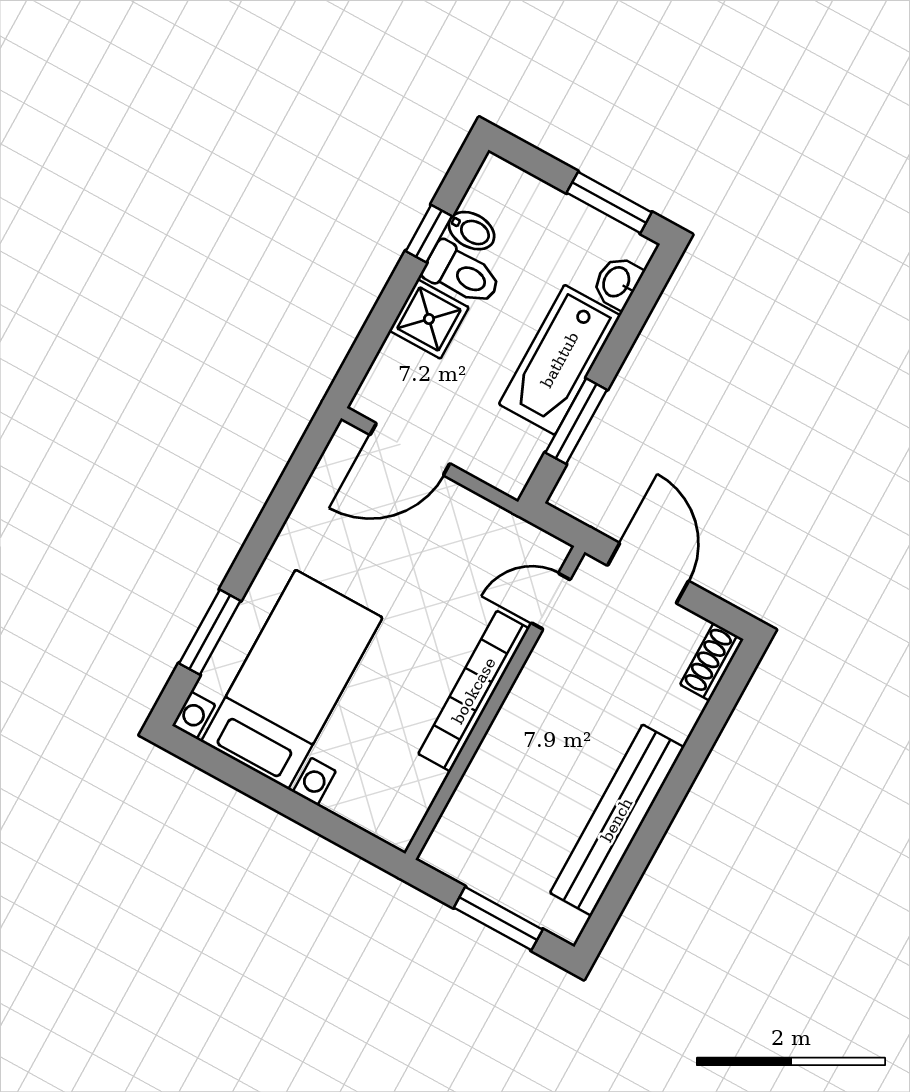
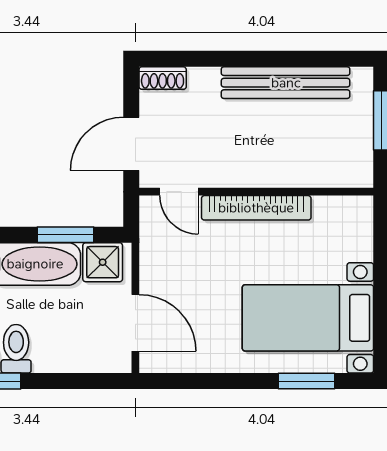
shower: (429, 319) -> (103, 262), moved

